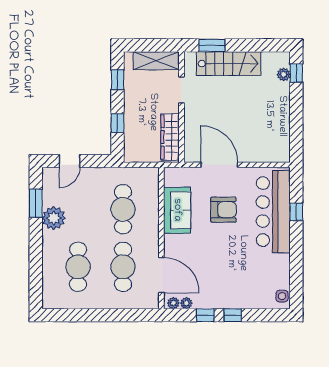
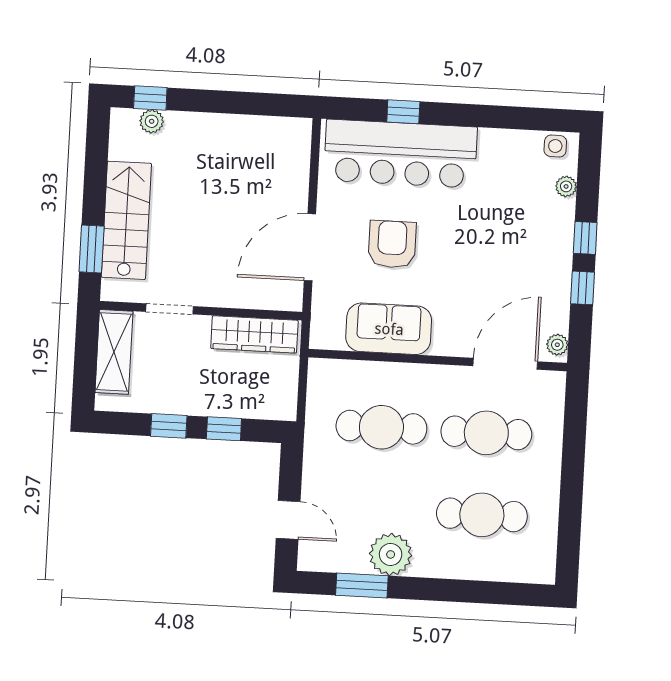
window: (117, 80) -> (169, 426), moved
plant: (186, 303) -> (566, 186), moved

